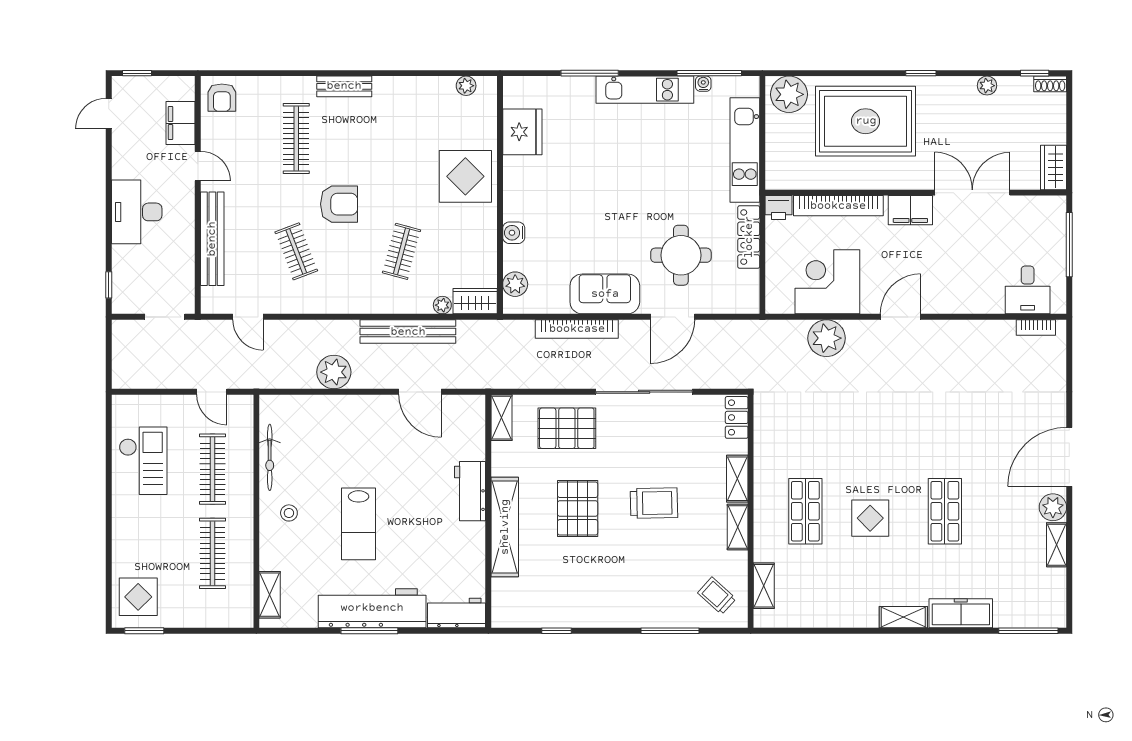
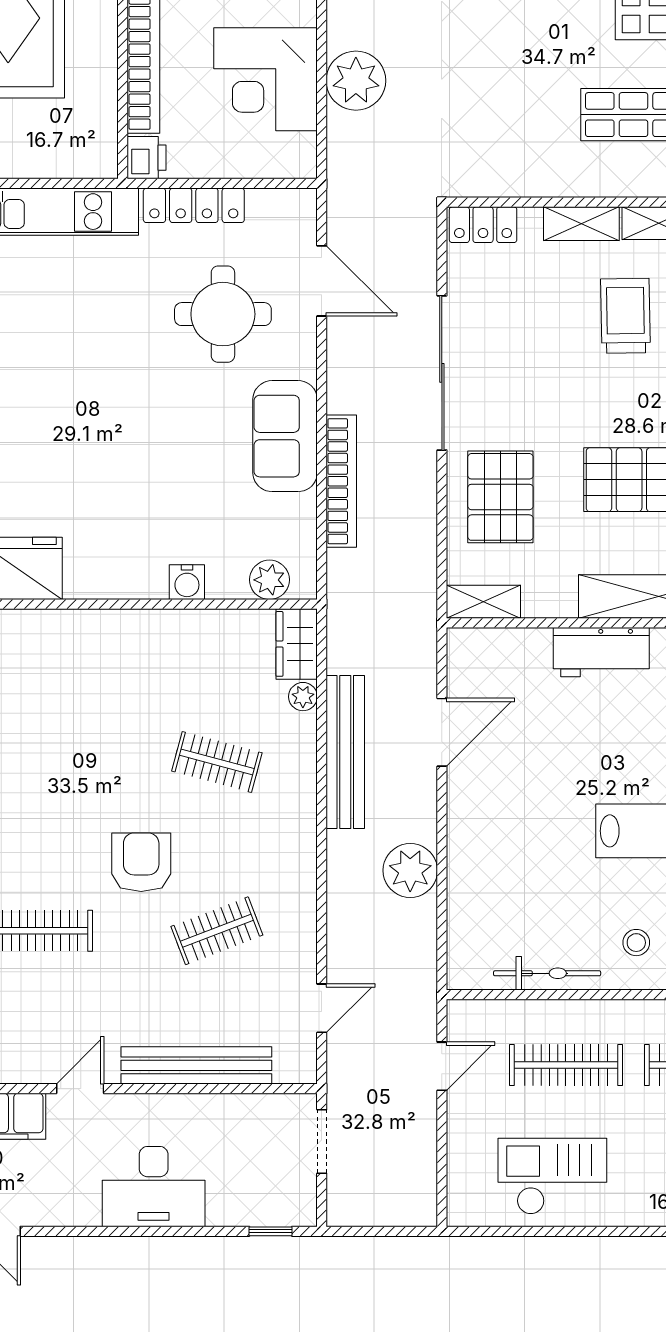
display table: (465, 176) -> (97, 660), removed
door: (673, 317) -> (322, 281), moved
trolley: (654, 503) -> (625, 316), moved

